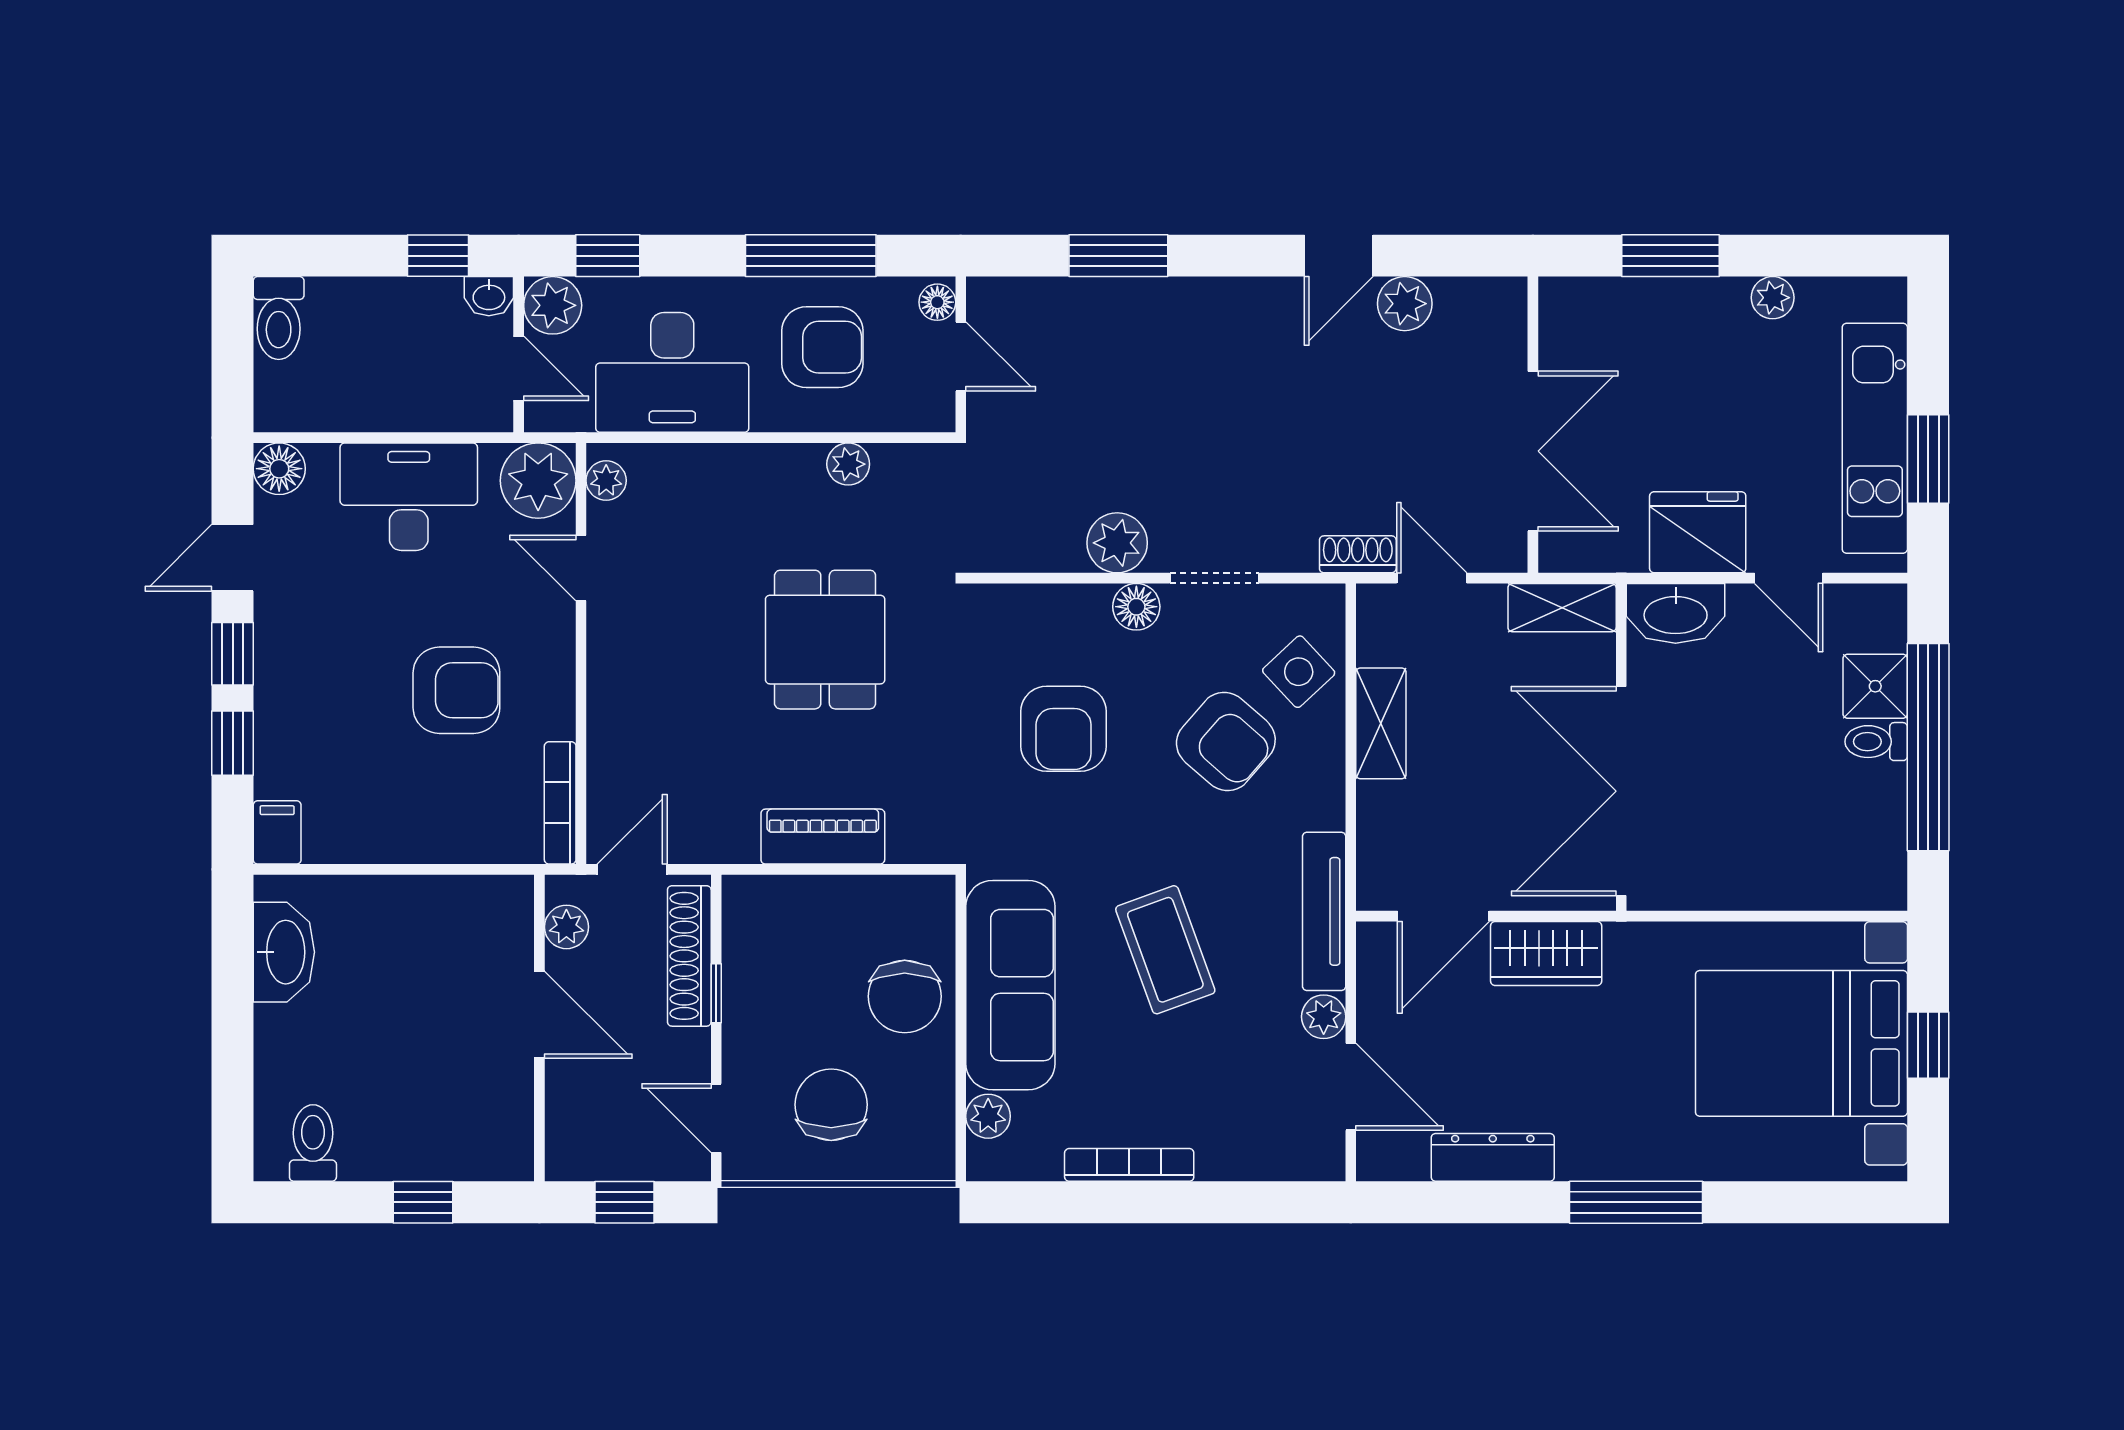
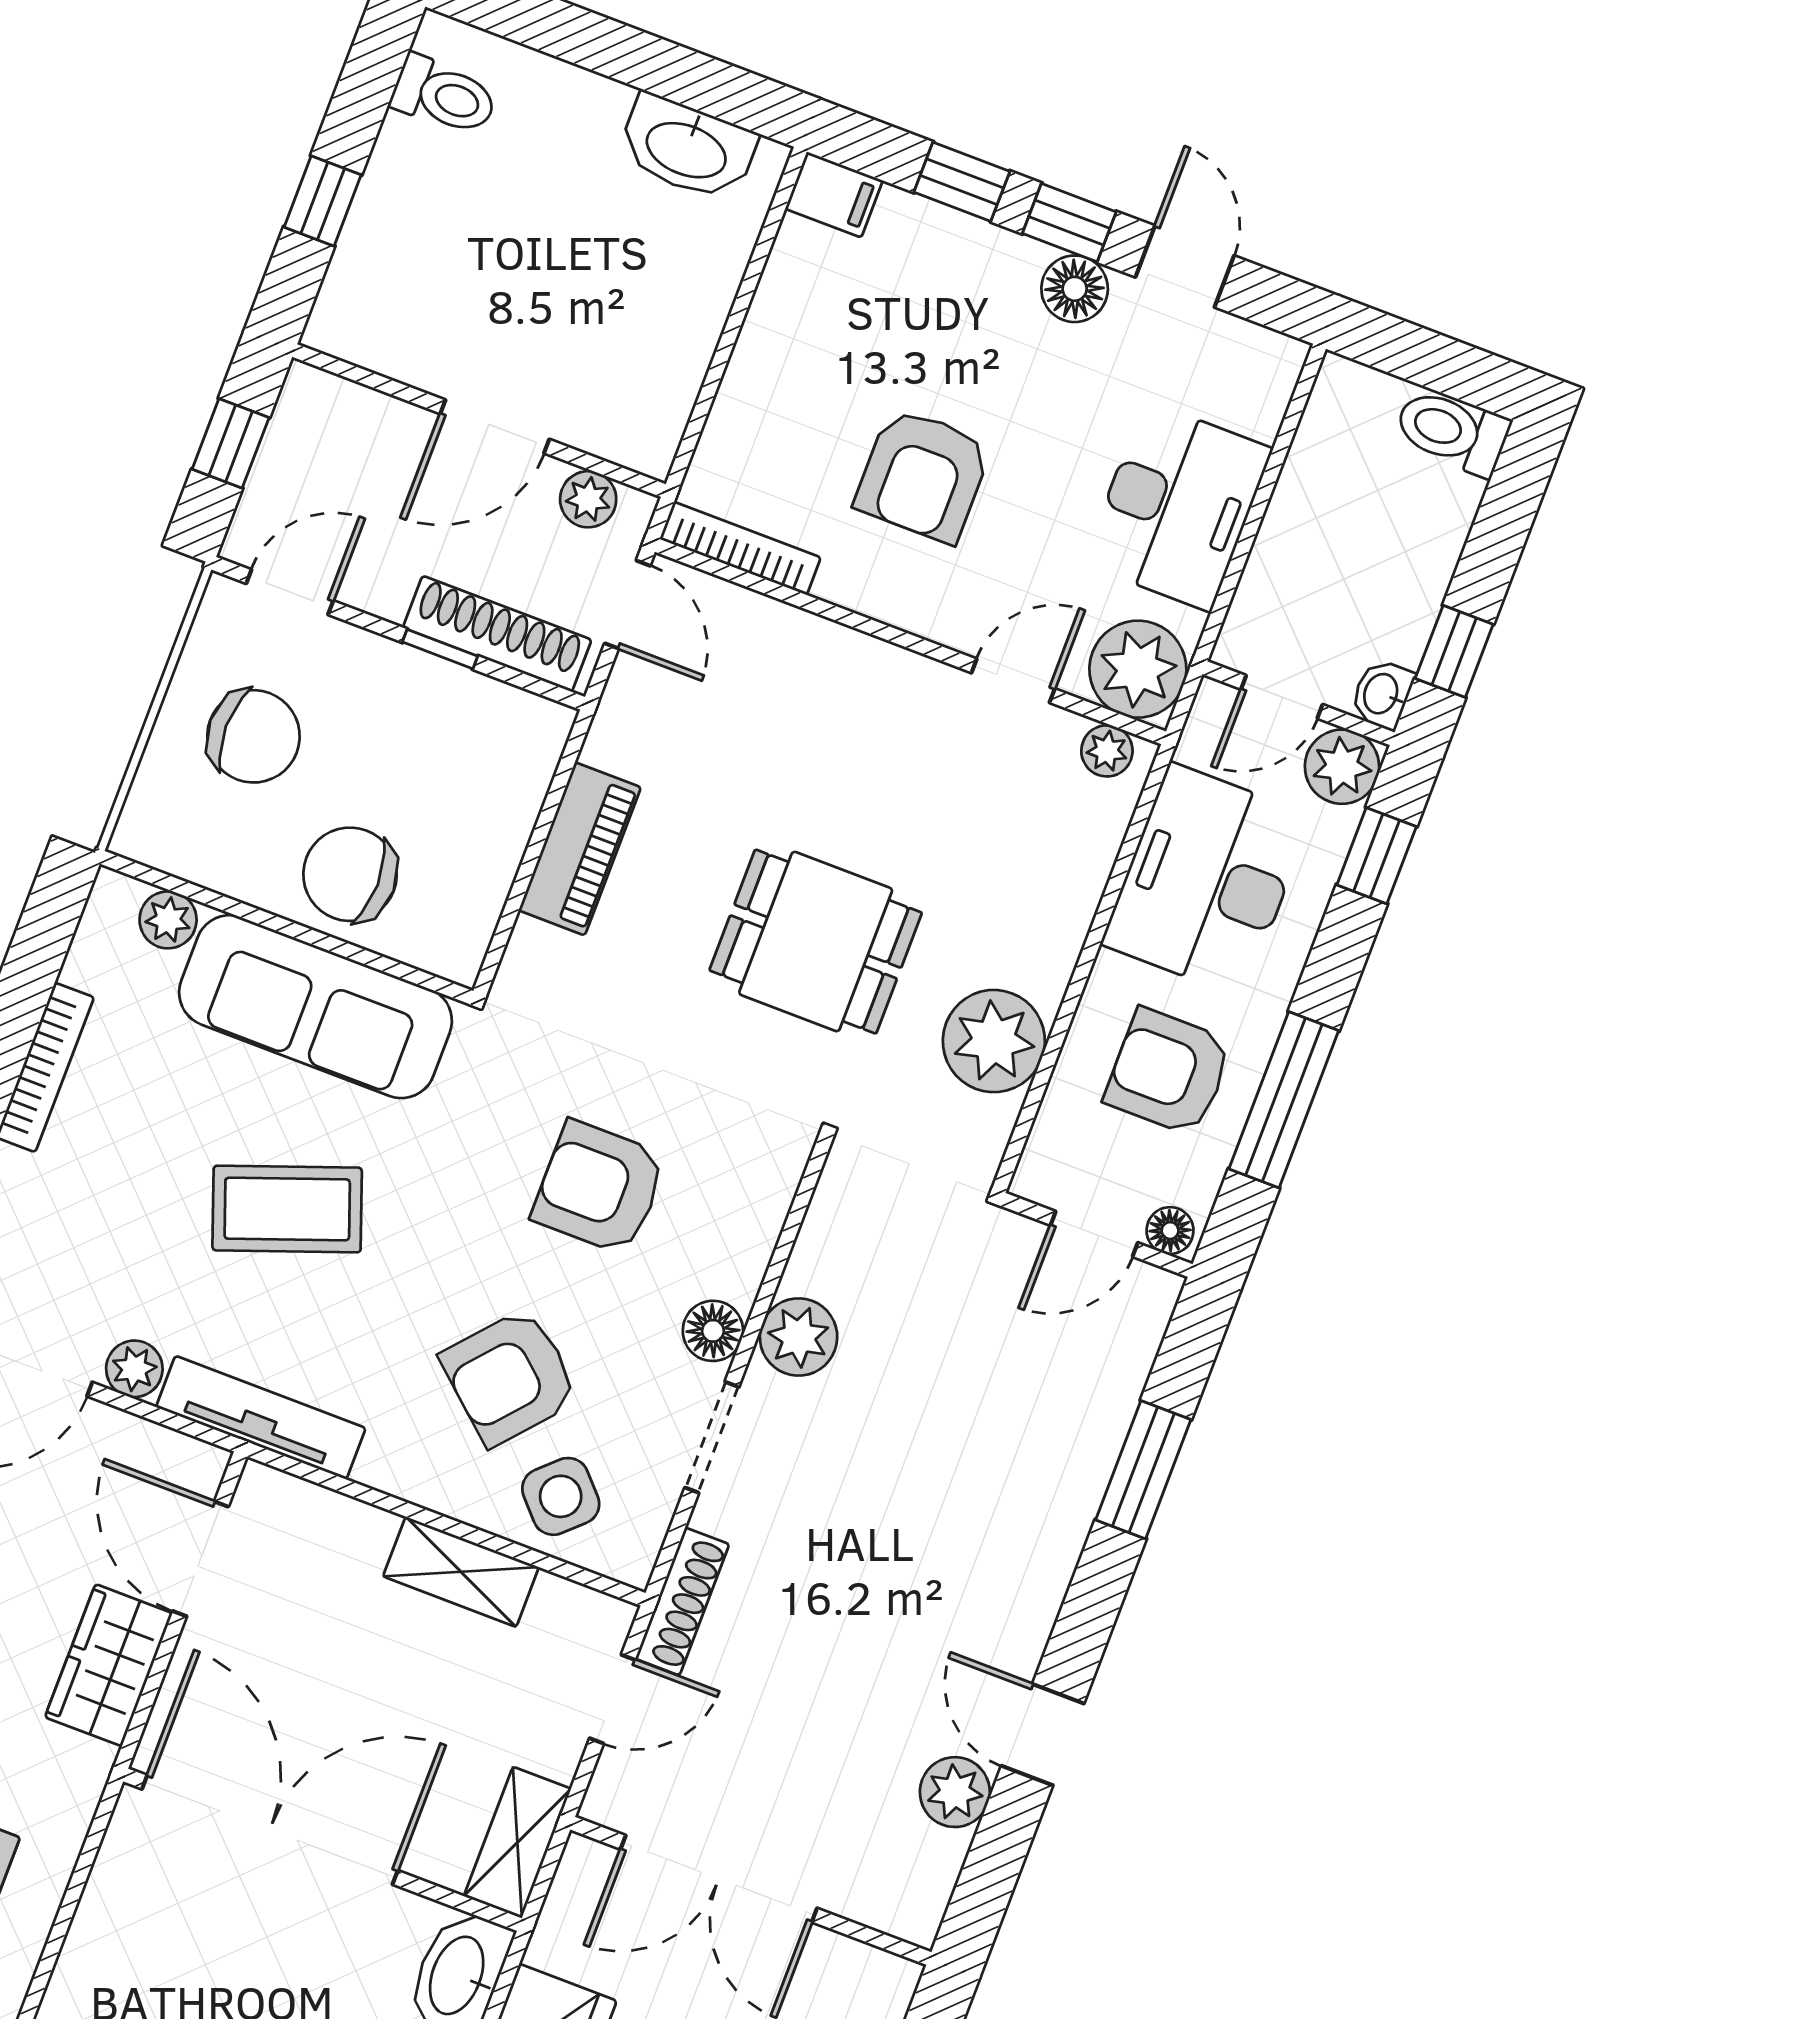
armchair: (822, 347) -> (1169, 1072), turned 90
plant: (848, 464) -> (994, 1041), width x1.88, depth x1.88
floor lamp: (279, 469) -> (1075, 289), moved
shoe rack: (1358, 554) -> (682, 1601), width x1.43

